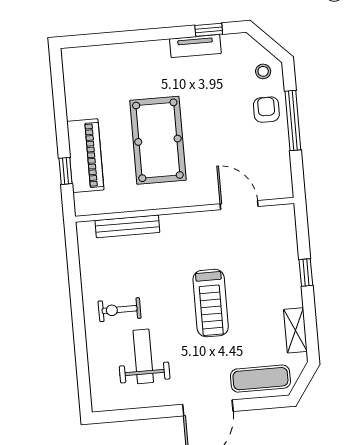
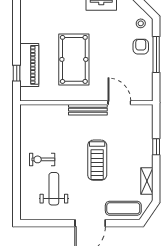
bench: (127, 226) -> (88, 110), moved

